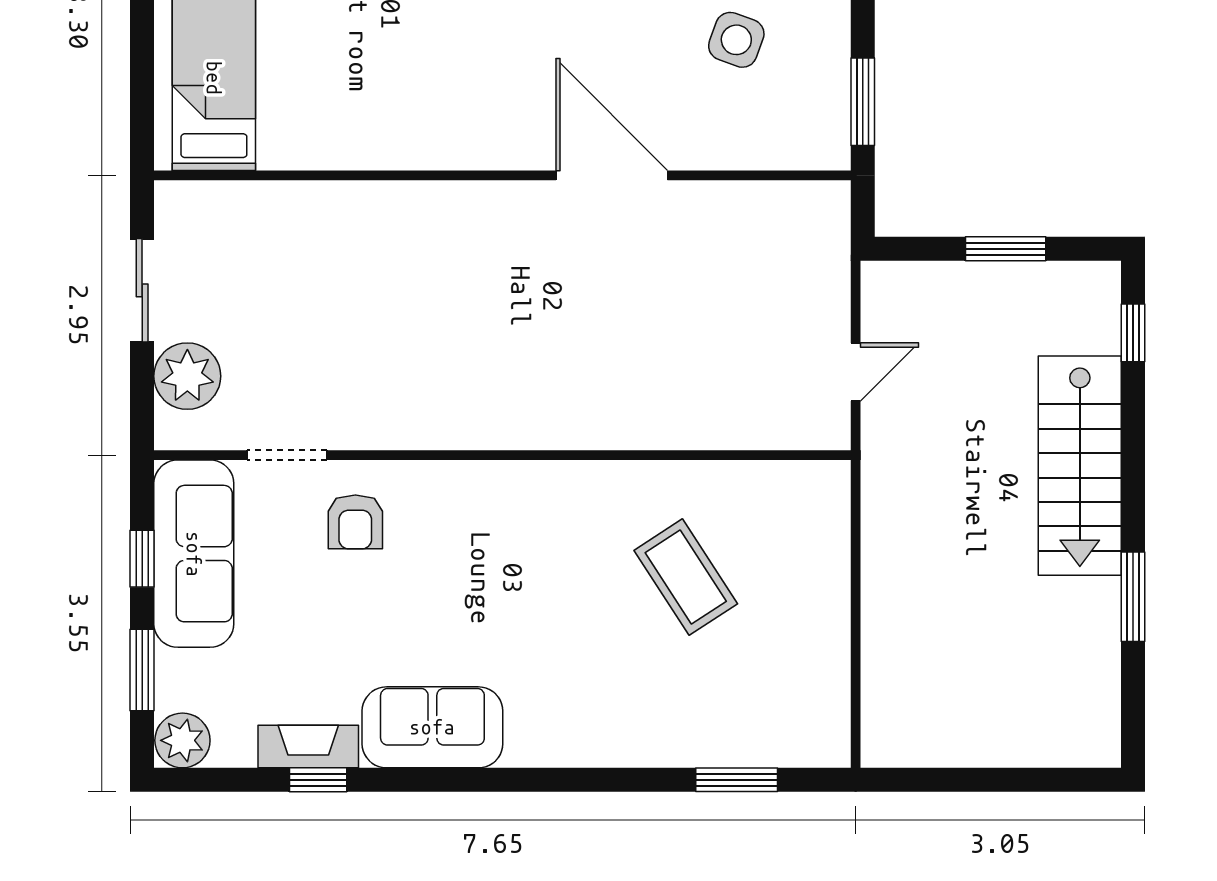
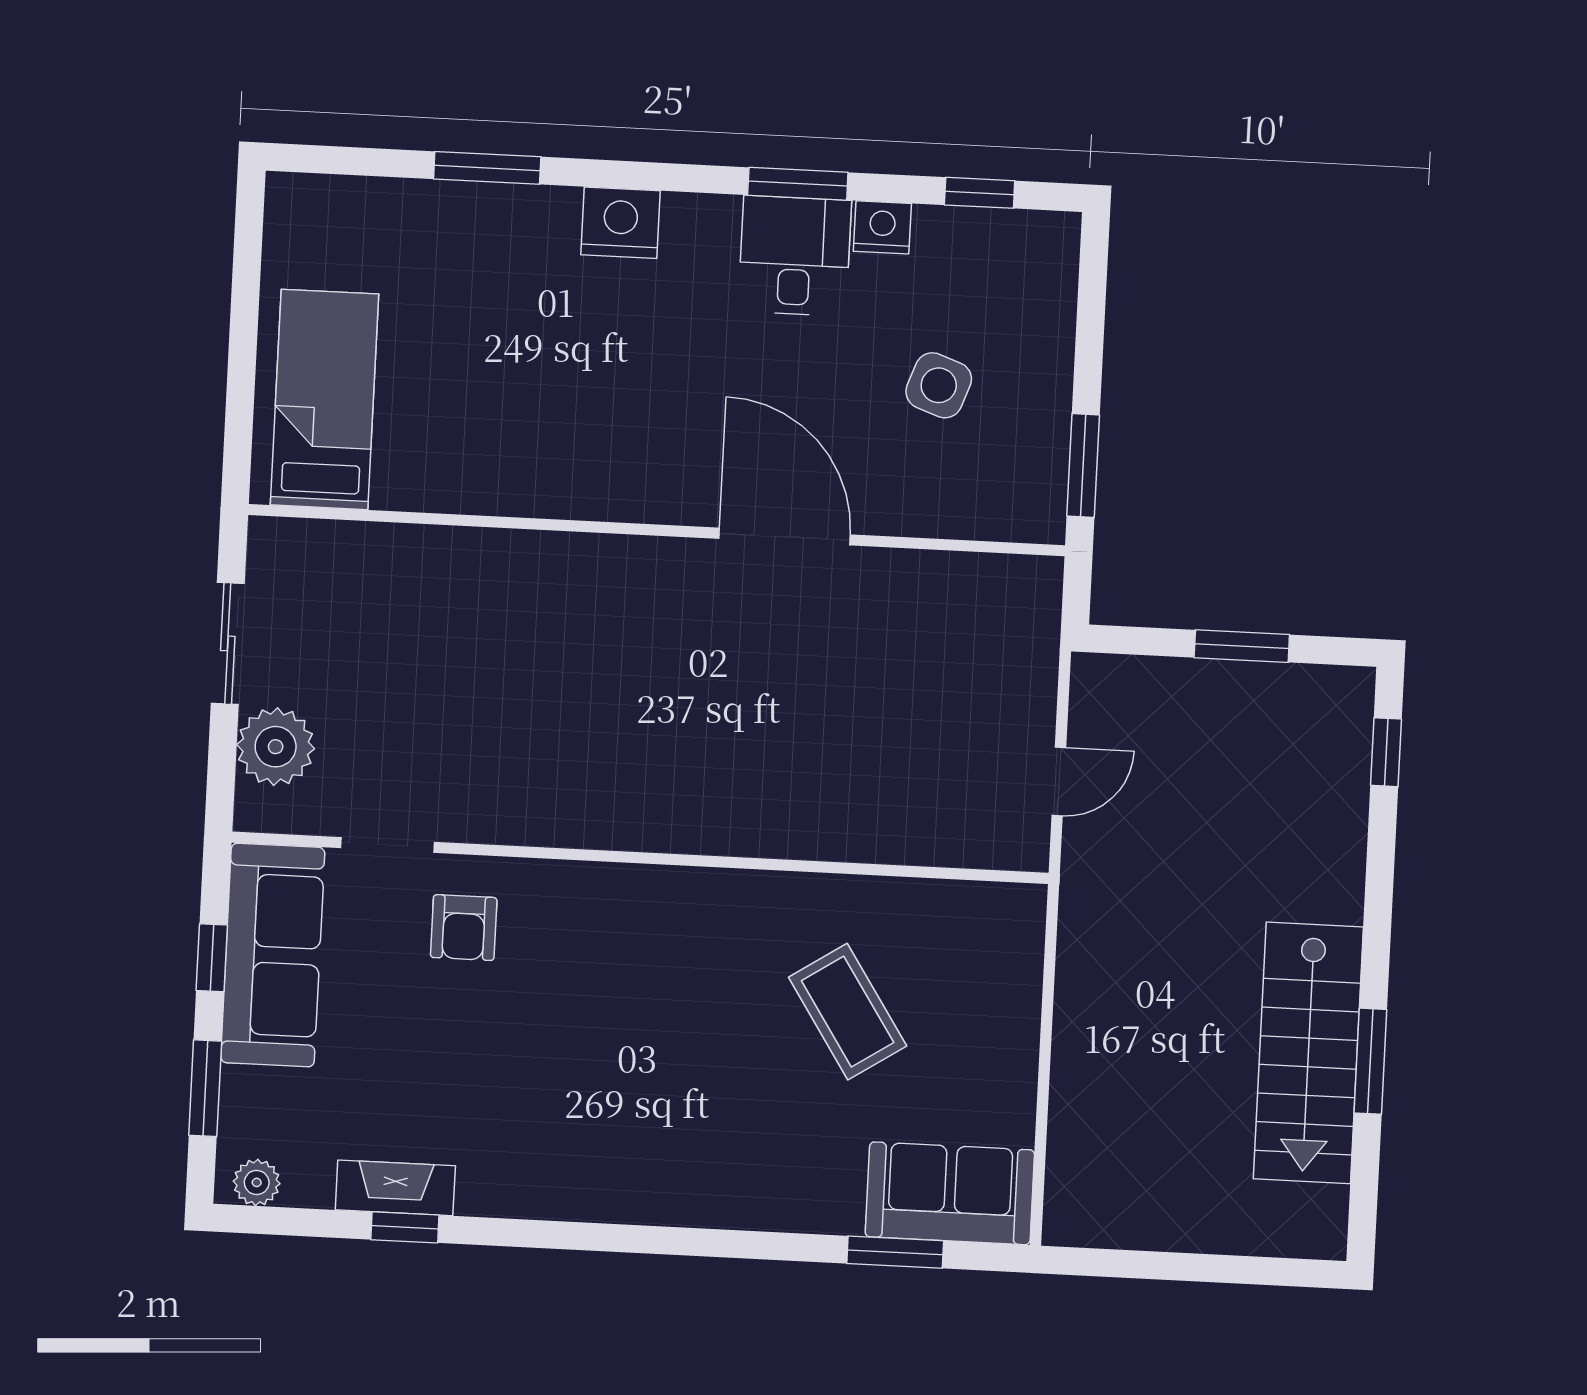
stairs: (1080, 466) -> (1308, 1053), moved
sofa: (432, 727) -> (950, 1193), moved
plant: (182, 740) -> (257, 1182), width x0.73, depth x0.73

